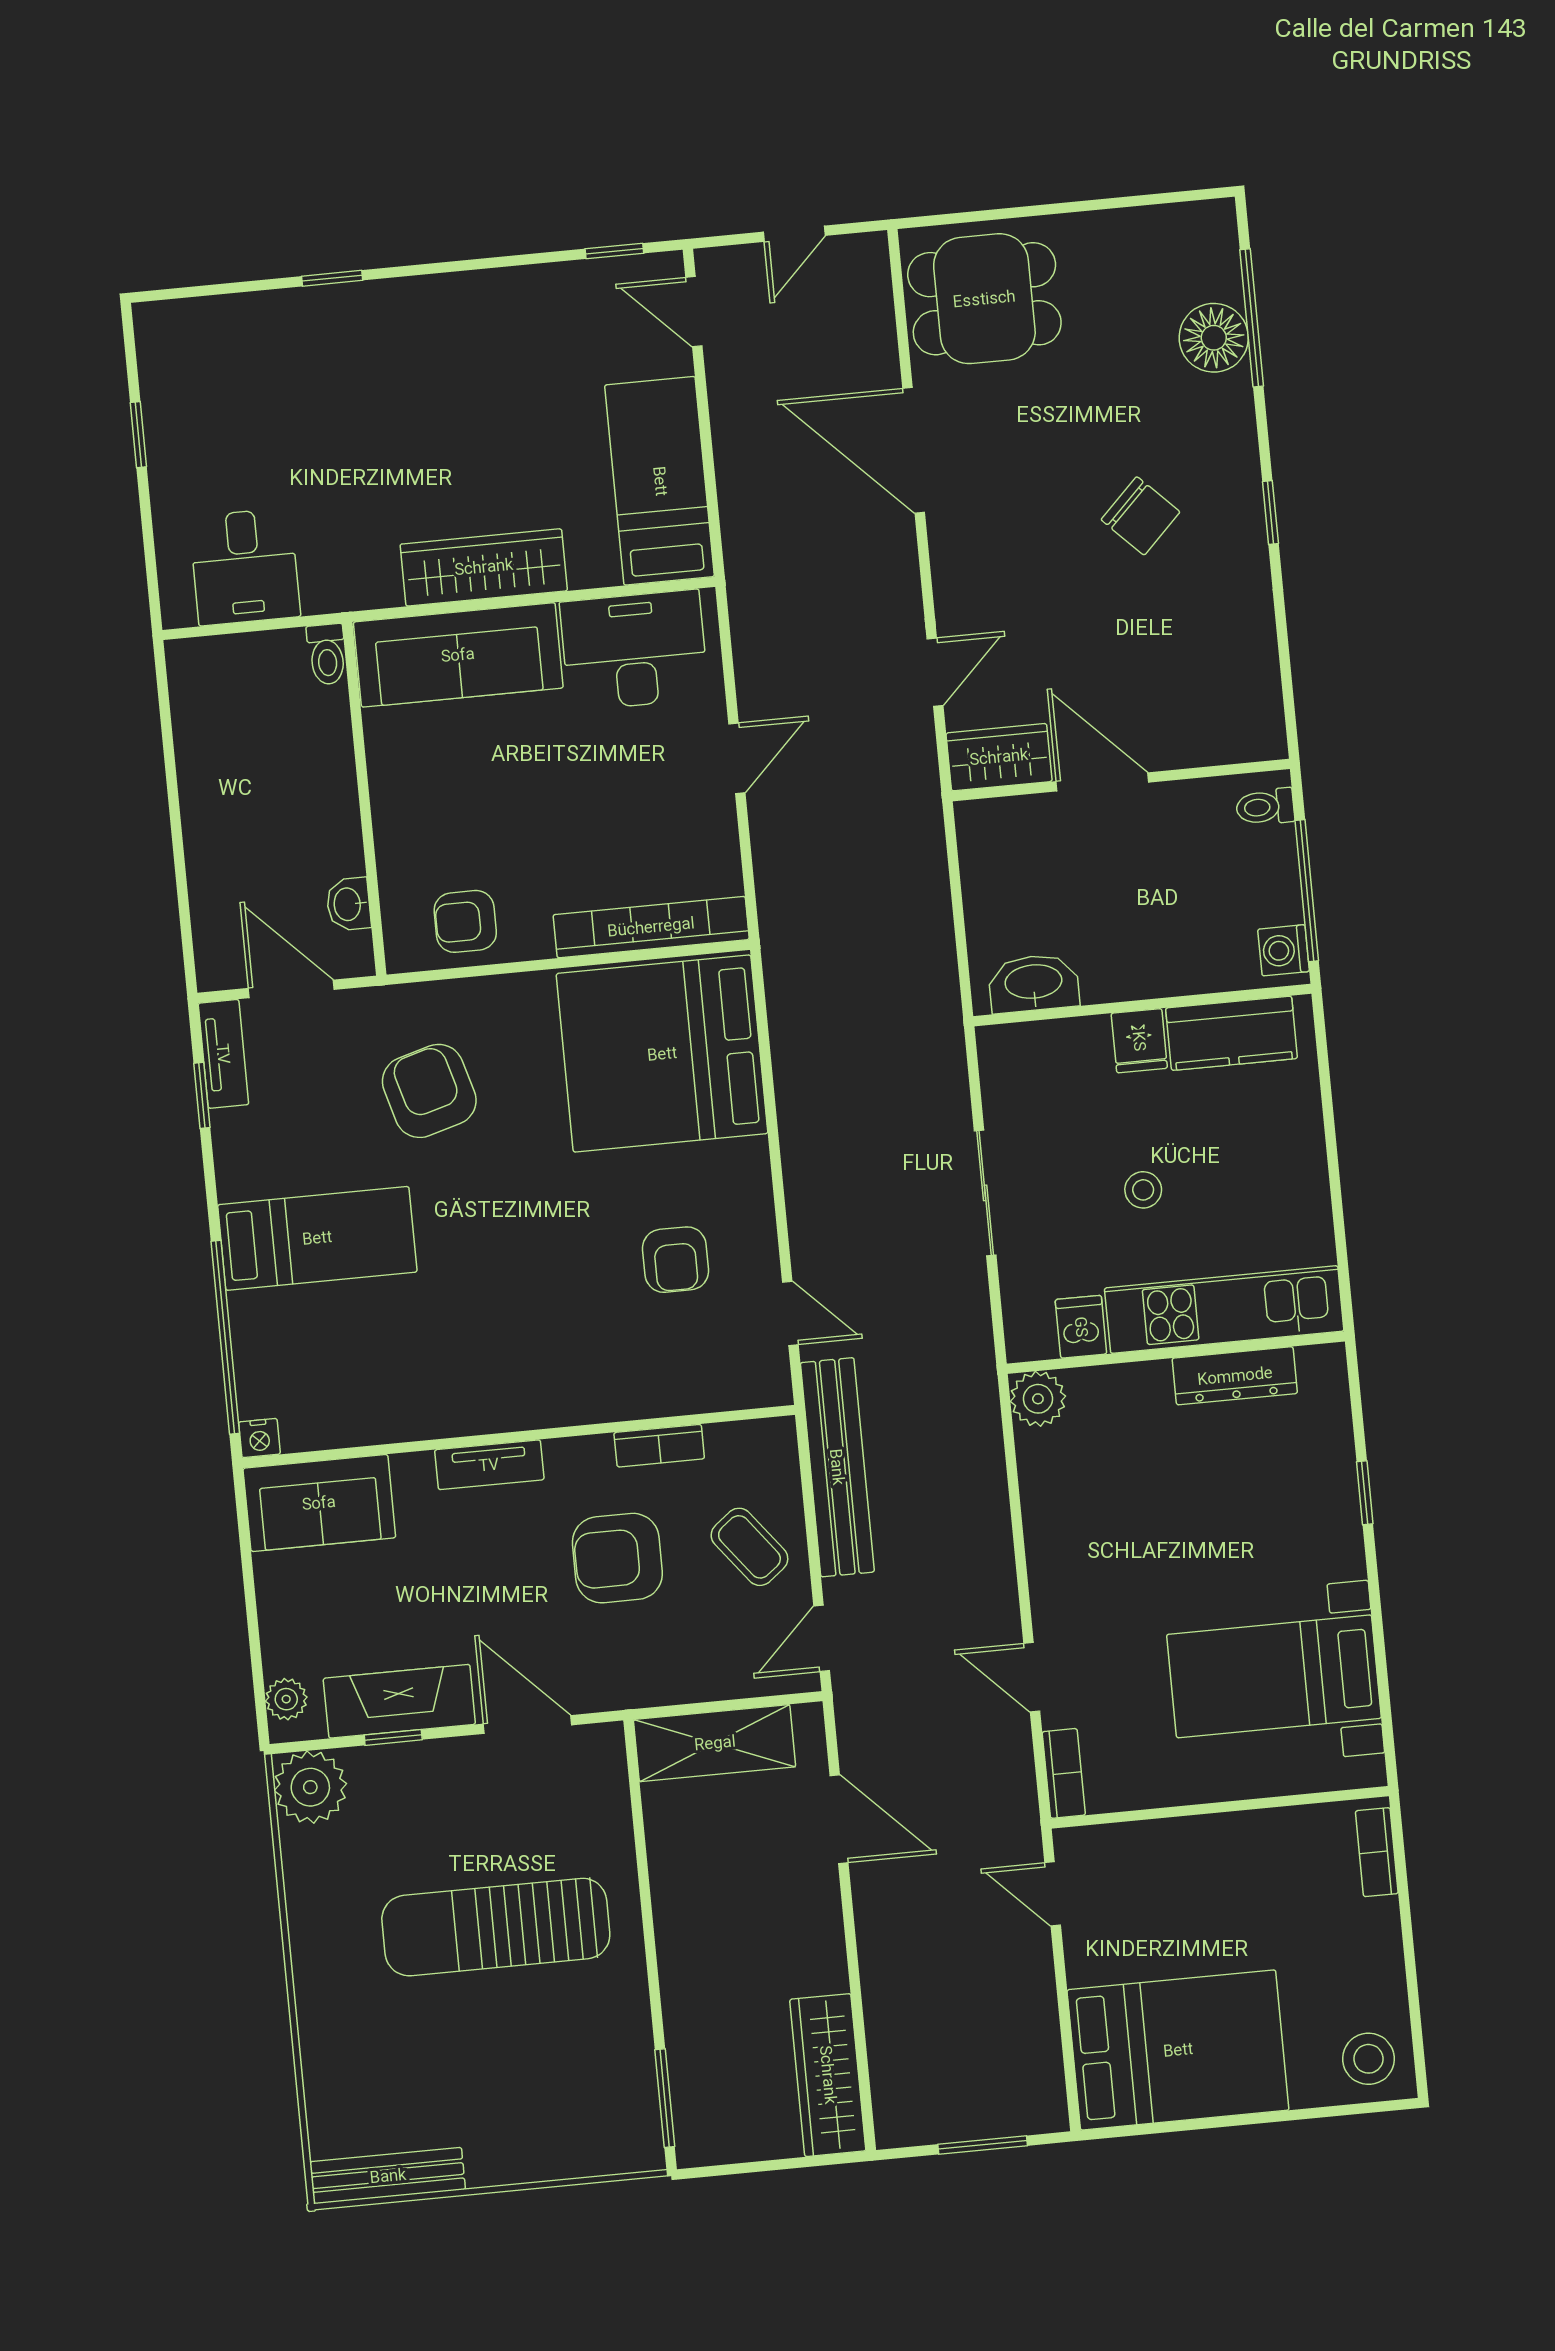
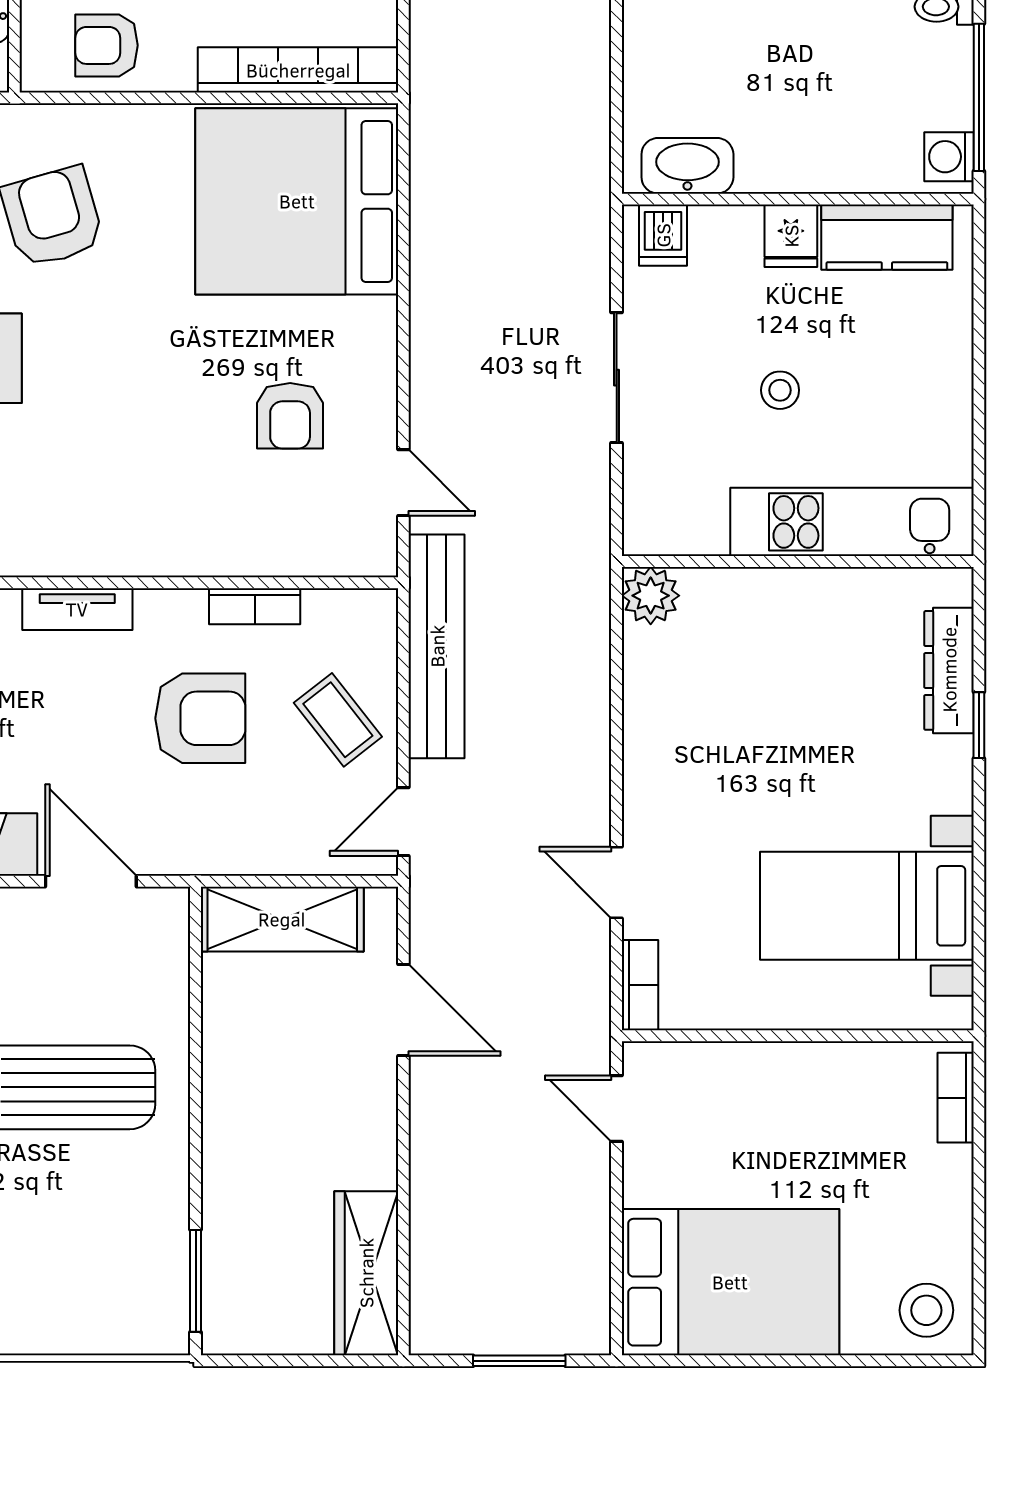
dishwasher: (1081, 1327) -> (663, 235), moved, turned 180
dresser: (1235, 1376) -> (949, 670), moved, turned 90
armchair: (617, 1558) -> (200, 718), turned 180

